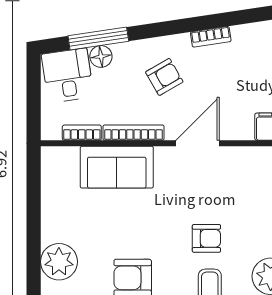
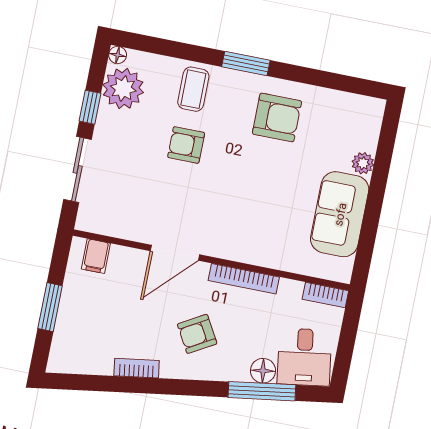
bookcase: (82, 133) -> (325, 295), moved
sofa: (117, 167) -> (340, 214), moved, turned -90
plant: (59, 262) -> (363, 163), width x0.53, depth x0.53

